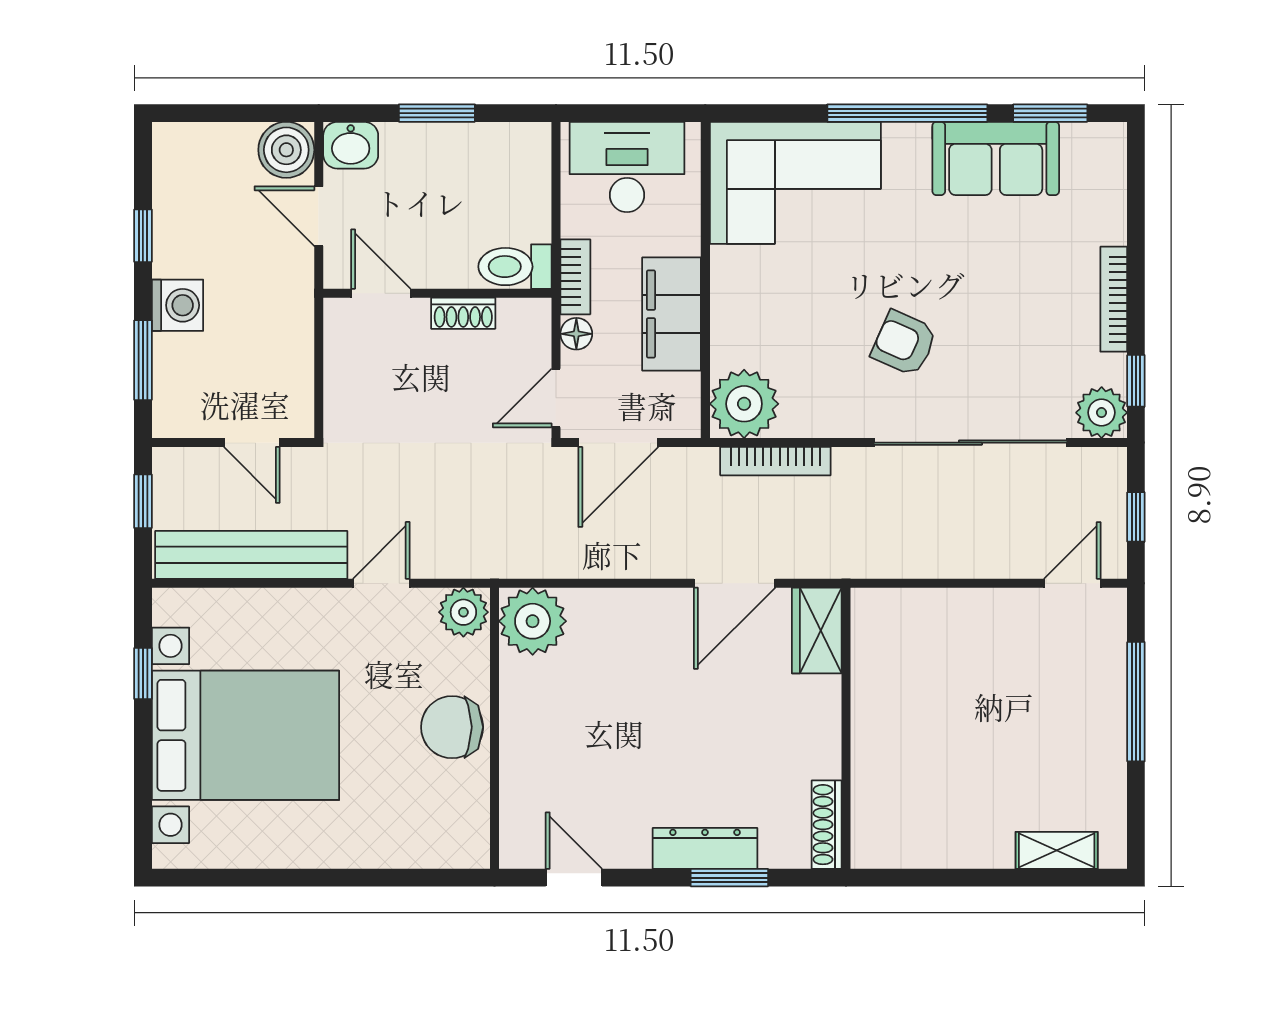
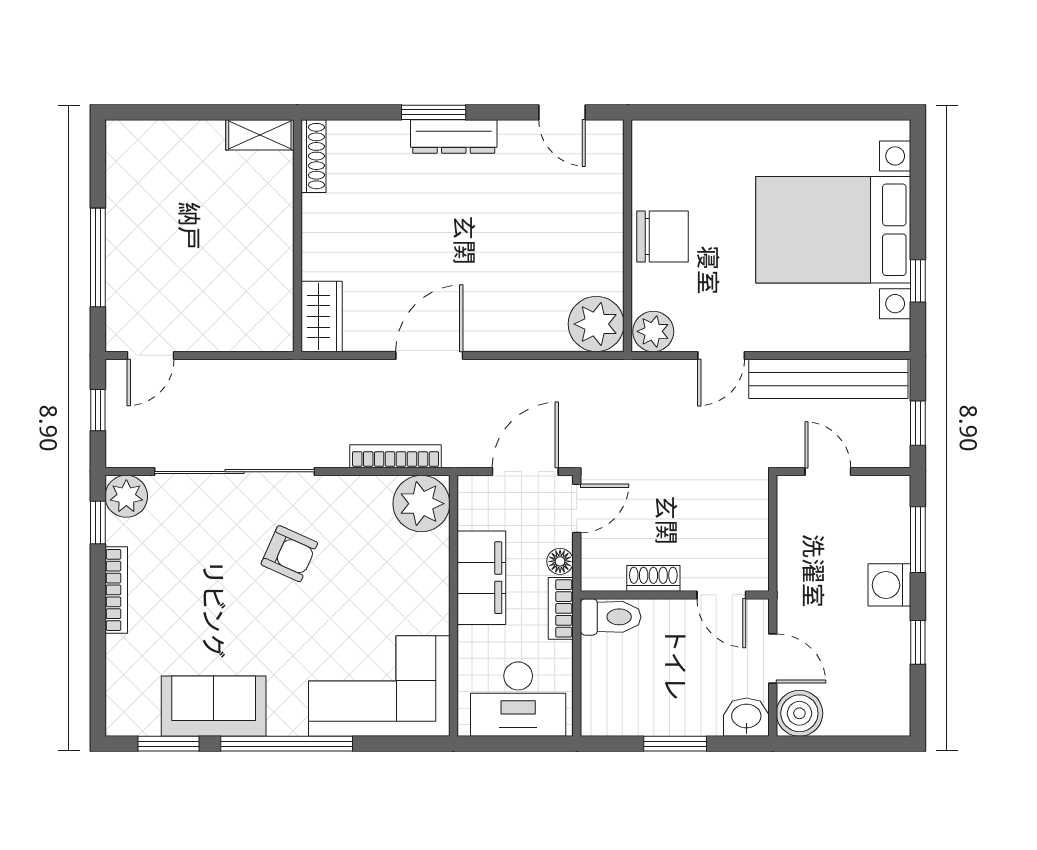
wardrobe: (817, 630) -> (322, 316), moved
wall: (846, 728) -> (297, 236), moved
shoe rack: (827, 825) -> (313, 156), moved
shelving: (1057, 850) -> (260, 135), moved

